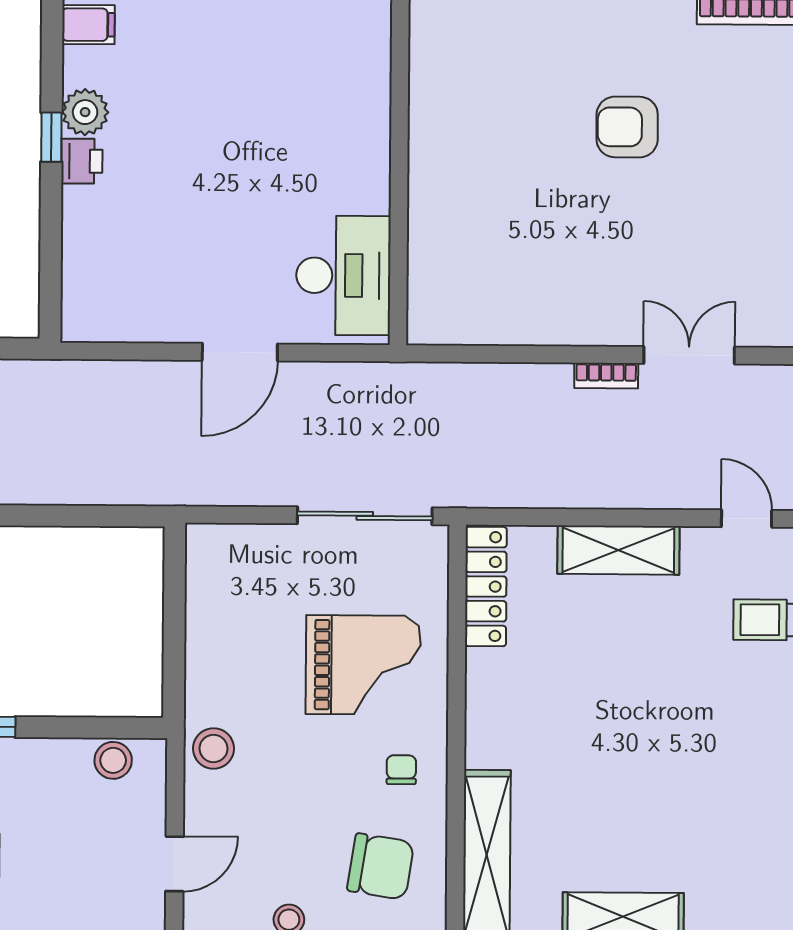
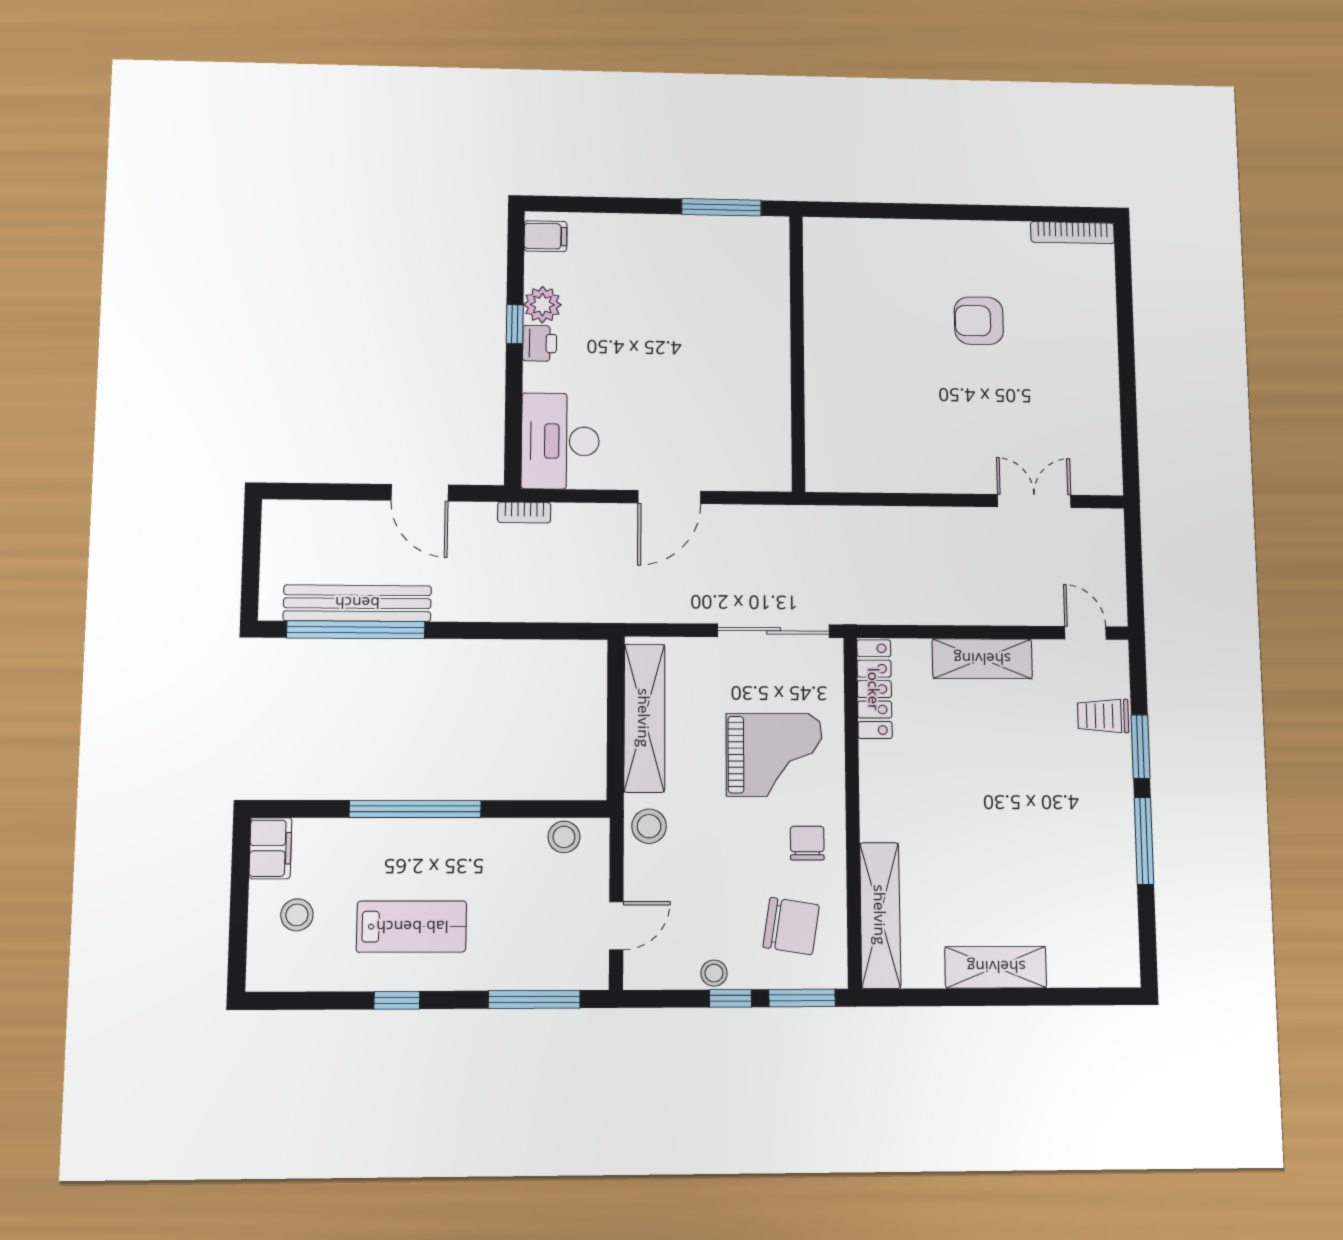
desk: (343, 275) -> (560, 441), moved, turned 180
bookcase: (606, 376) -> (524, 512), moved
shelving: (208, 620) -> (644, 718), added
chair: (401, 770) -> (807, 843), width x1.37, depth x1.37

